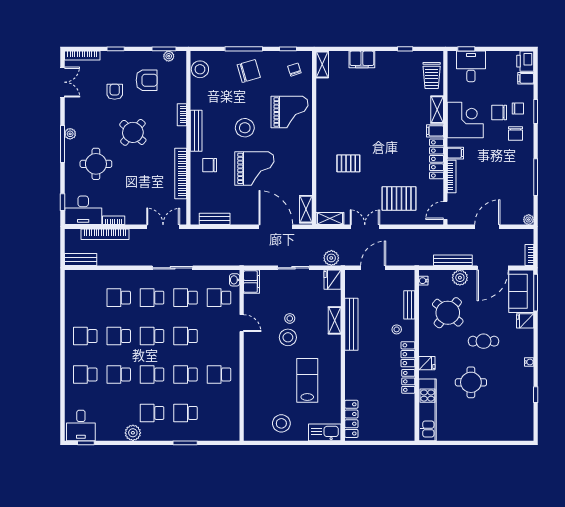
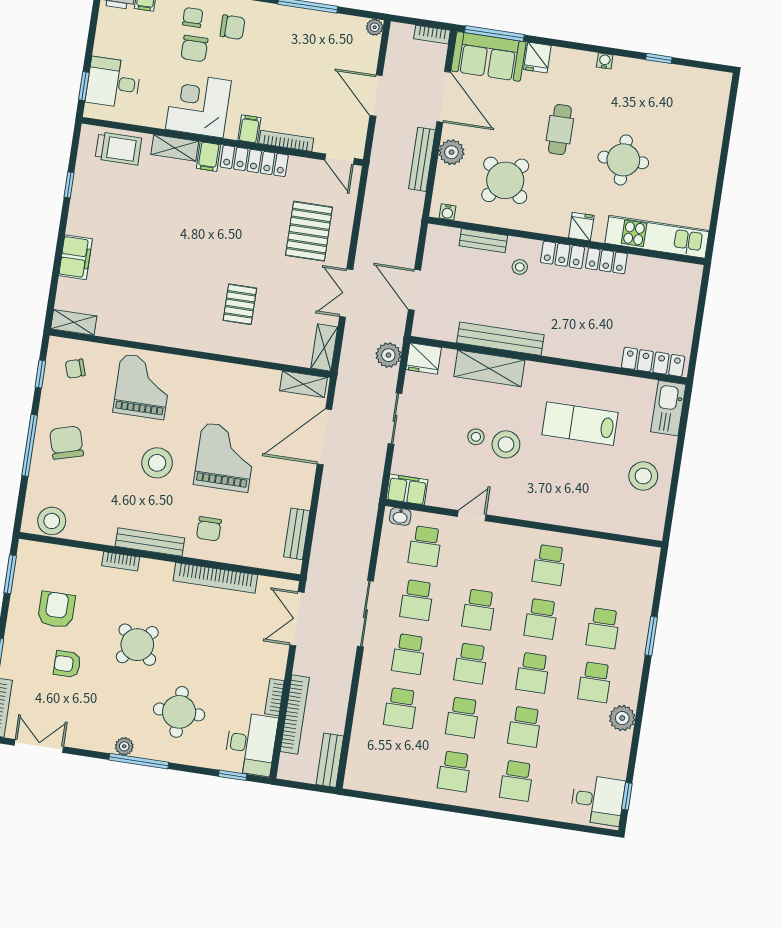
plant: (169, 56) -> (23, 568), removed
shelving: (335, 320) -> (489, 368), width x1.50, depth x1.33

